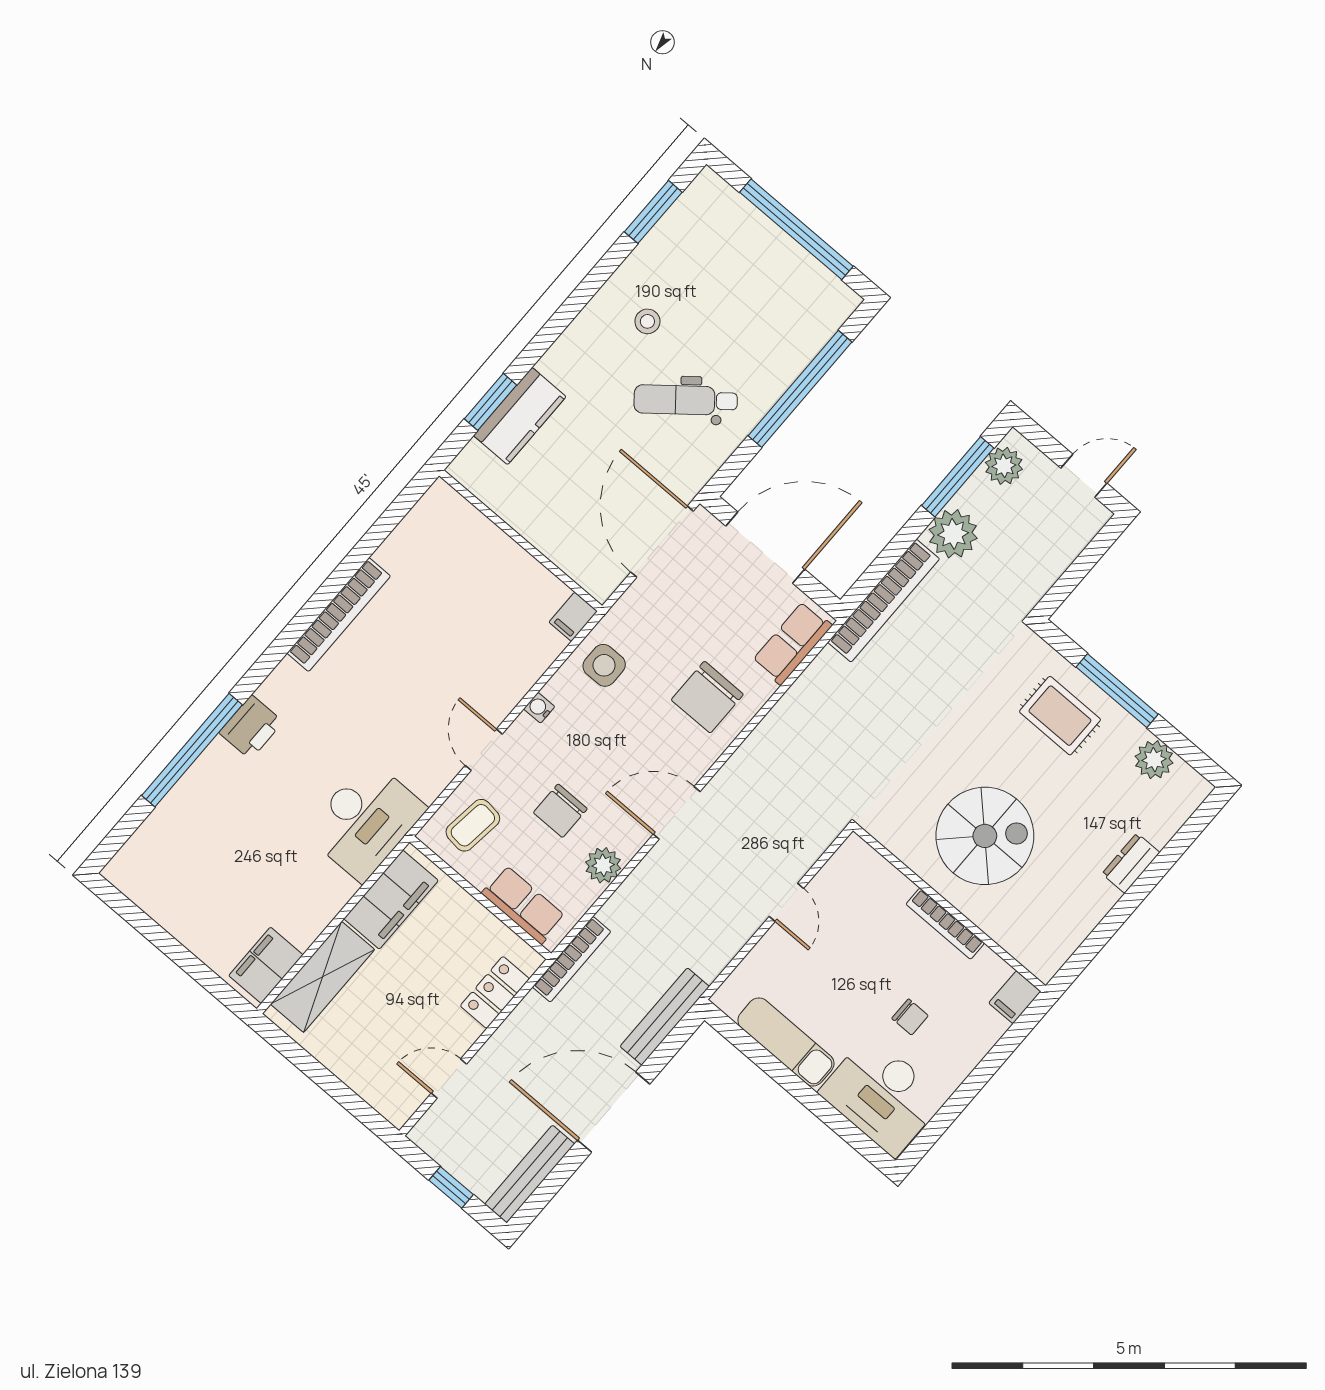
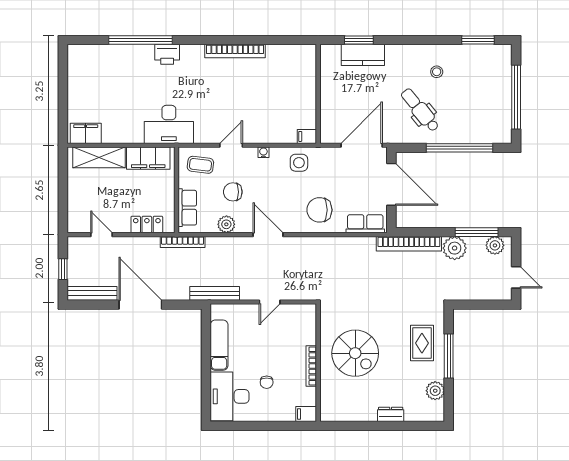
bench: (665, 1016) -> (215, 293), moved

